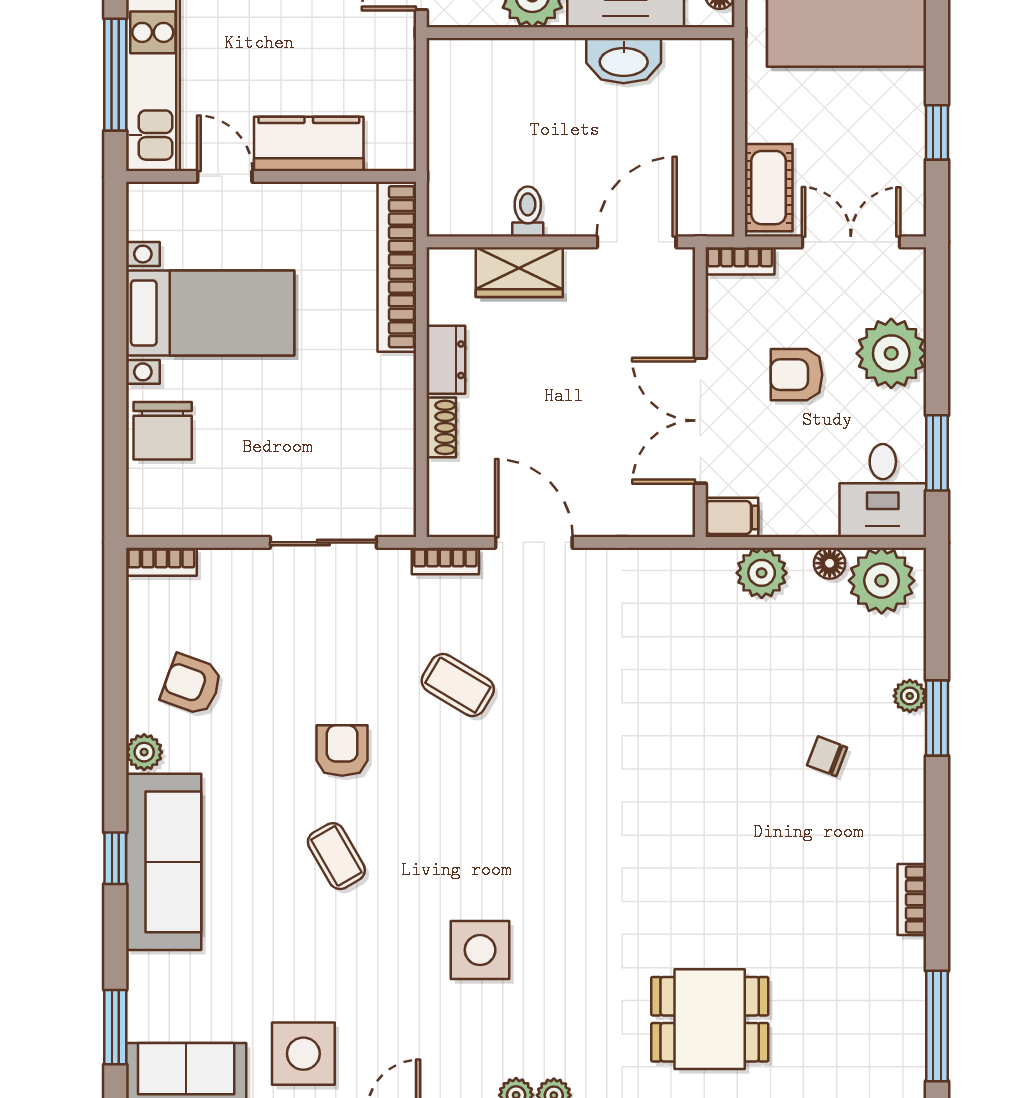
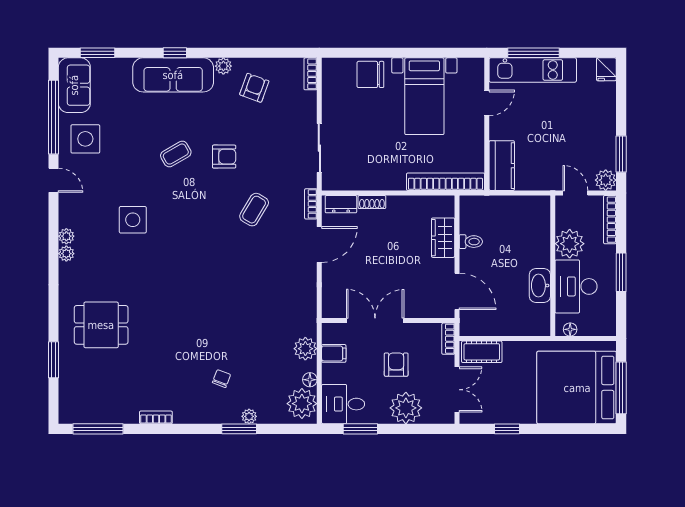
kitchen counter: (309, 144) -> (502, 166), moved
dresser: (446, 360) -> (341, 204), moved
filing cabinet: (732, 517) -> (334, 353), moved, turned -90
dining table: (710, 1019) -> (101, 325), turned 90

